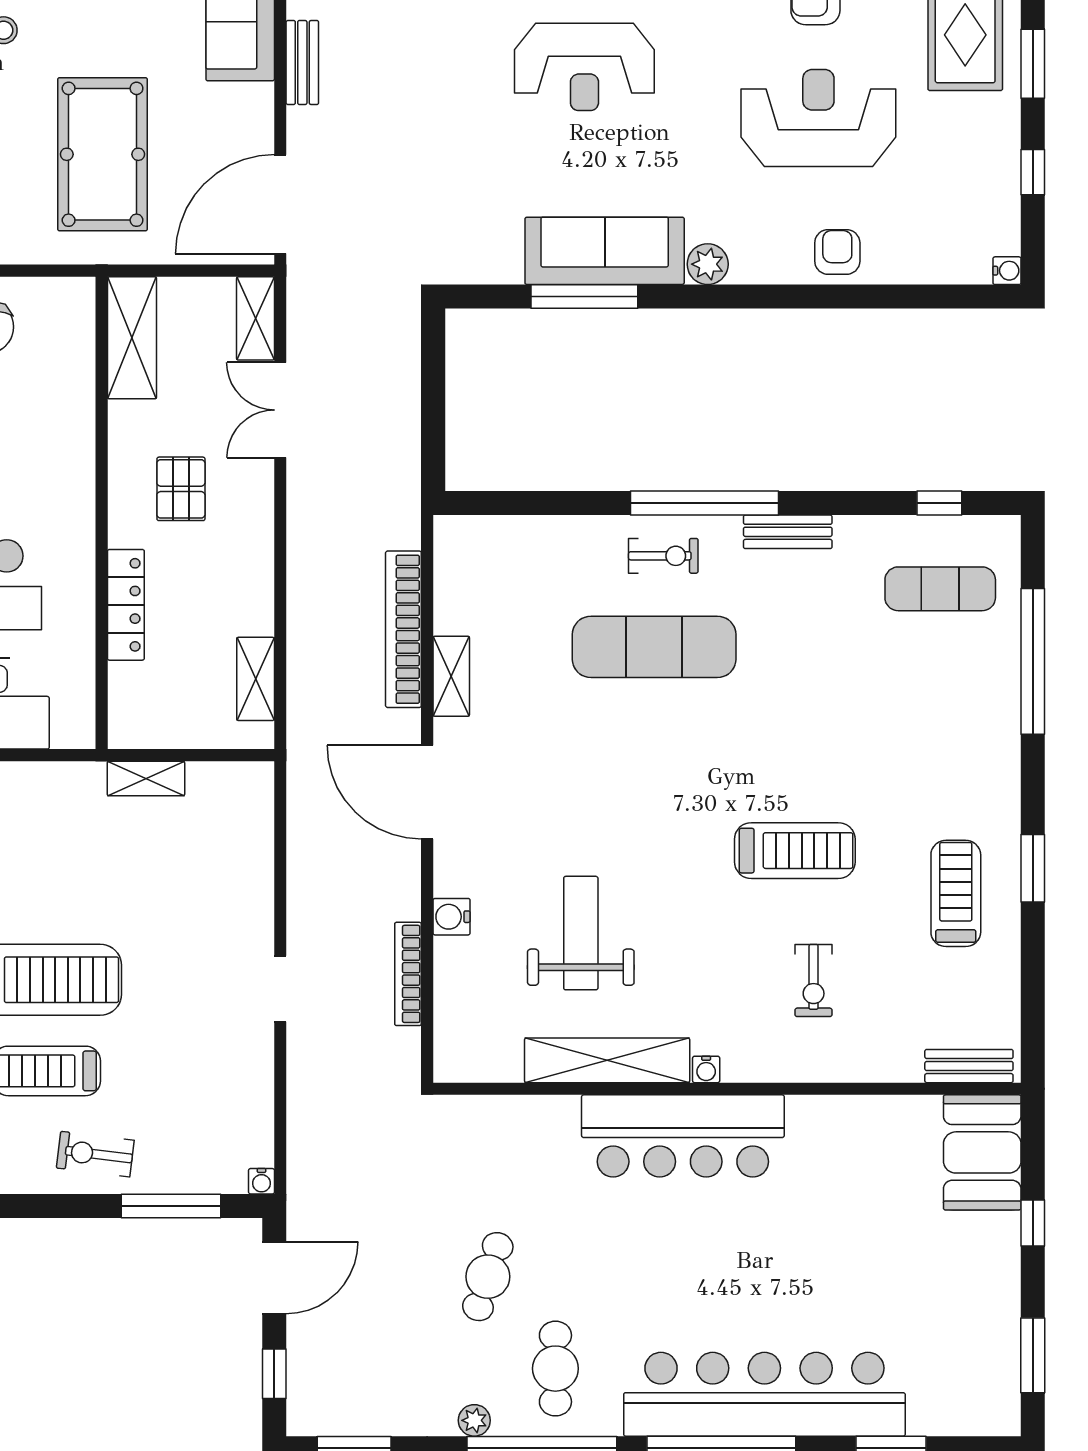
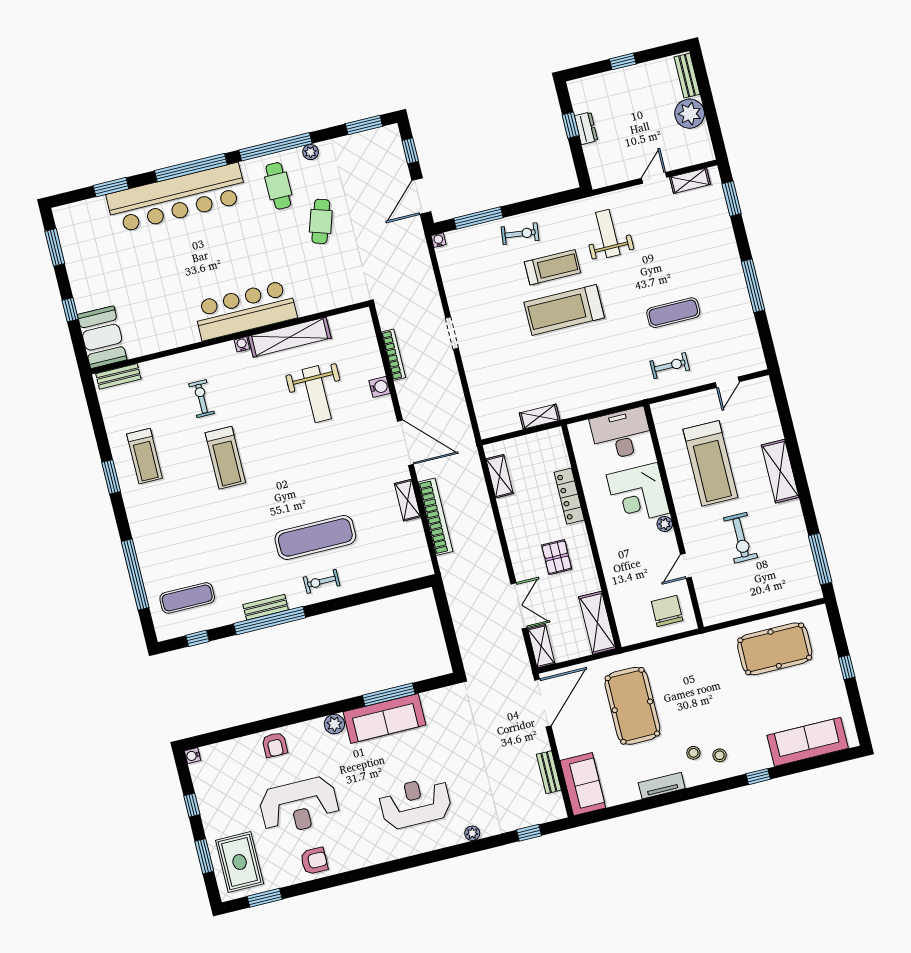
window: (705, 503) -> (270, 621), moved
treadmill: (795, 851) -> (225, 458), turned -90

